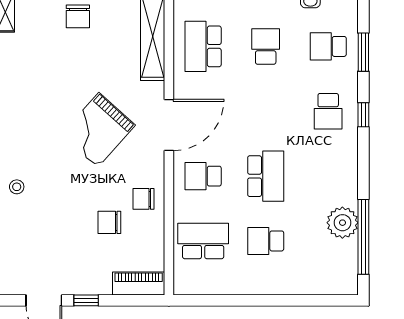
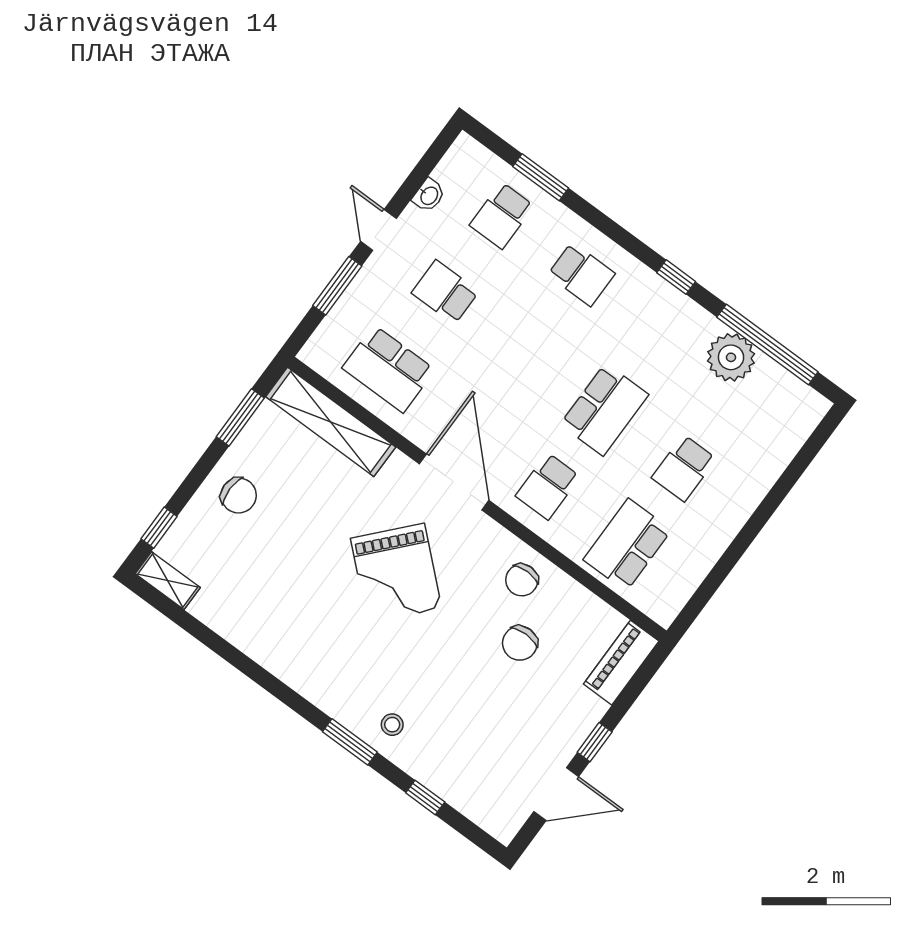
window: (363, 115) -> (676, 277), moved
school desk: (266, 176) -> (604, 410), turned 90

